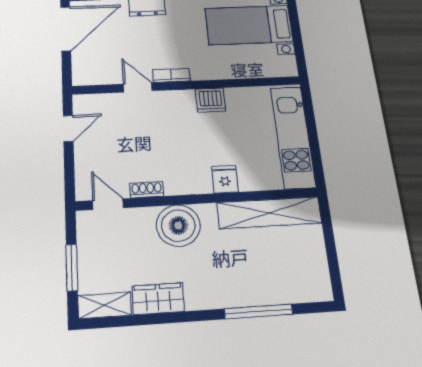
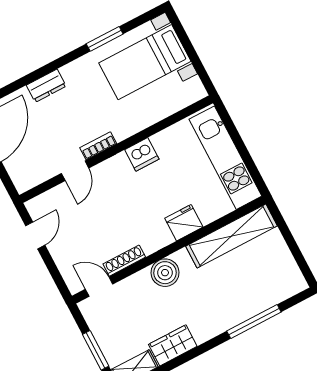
door: (138, 87) -> (75, 171), swing flipped
fridge: (225, 179) -> (184, 223), width x1.38
shoe rack: (147, 190) -> (124, 261), width x1.43
boiler: (178, 225) -> (165, 273), width x0.73, depth x0.73

